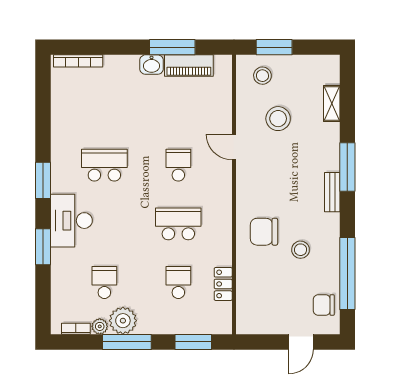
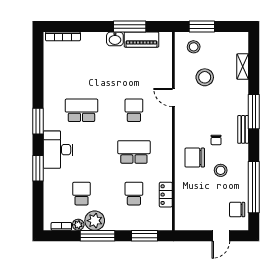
chair: (294, 207) -> (216, 140), added

